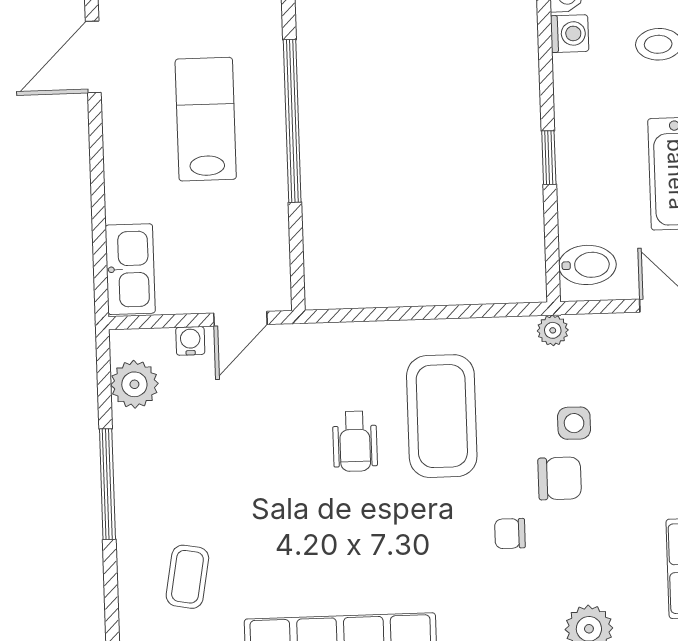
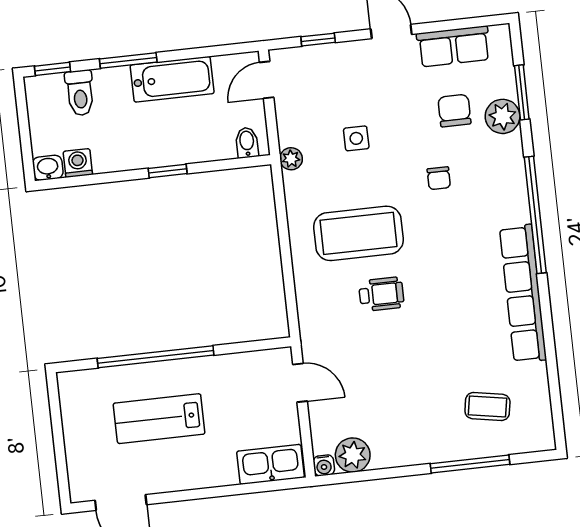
bidet: (587, 265) -> (247, 143), width x0.72, depth x0.74
water cooler: (190, 341) -> (324, 465), moved, turned -90
chair: (560, 478) -> (454, 111), moved
window: (107, 484) -> (470, 464), moved

